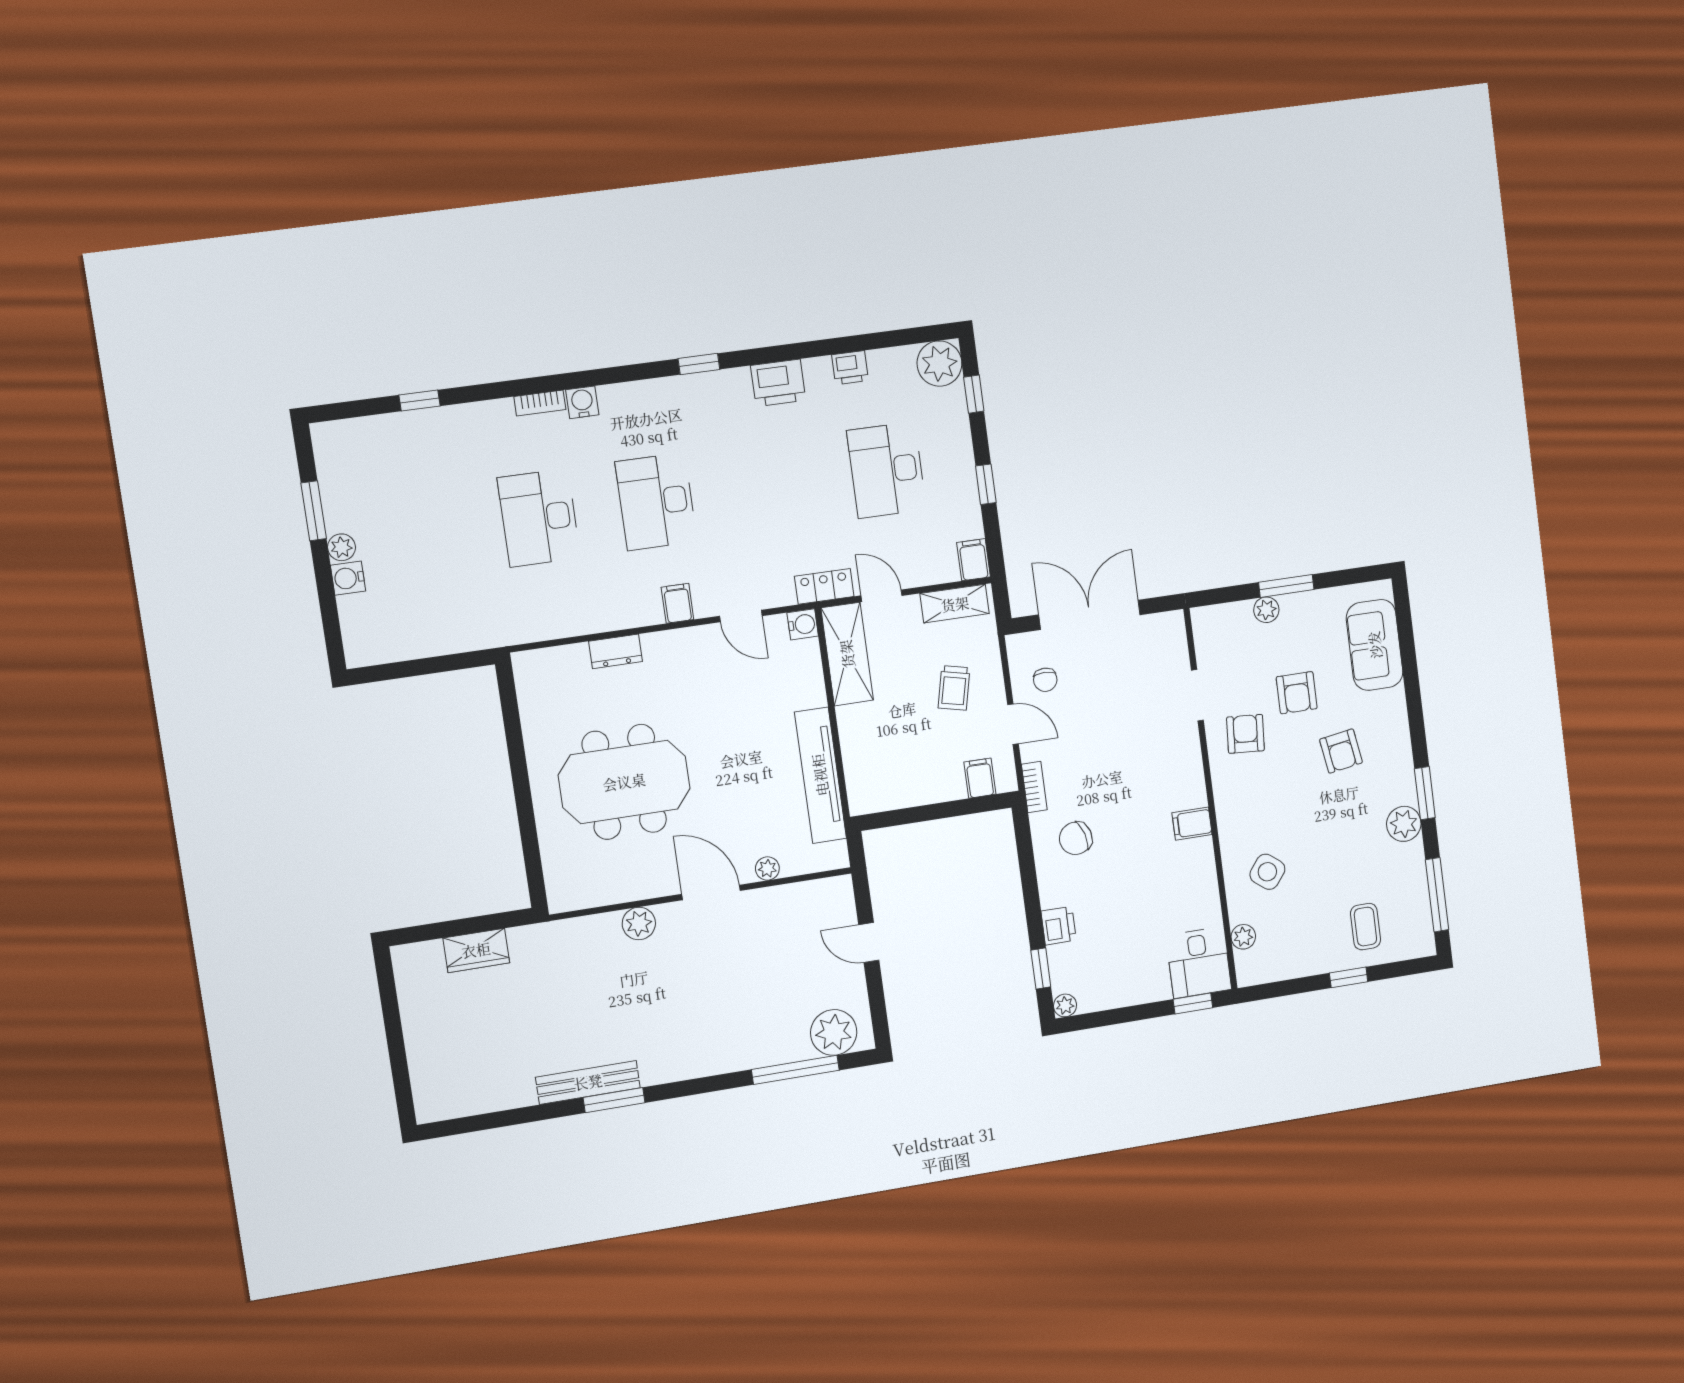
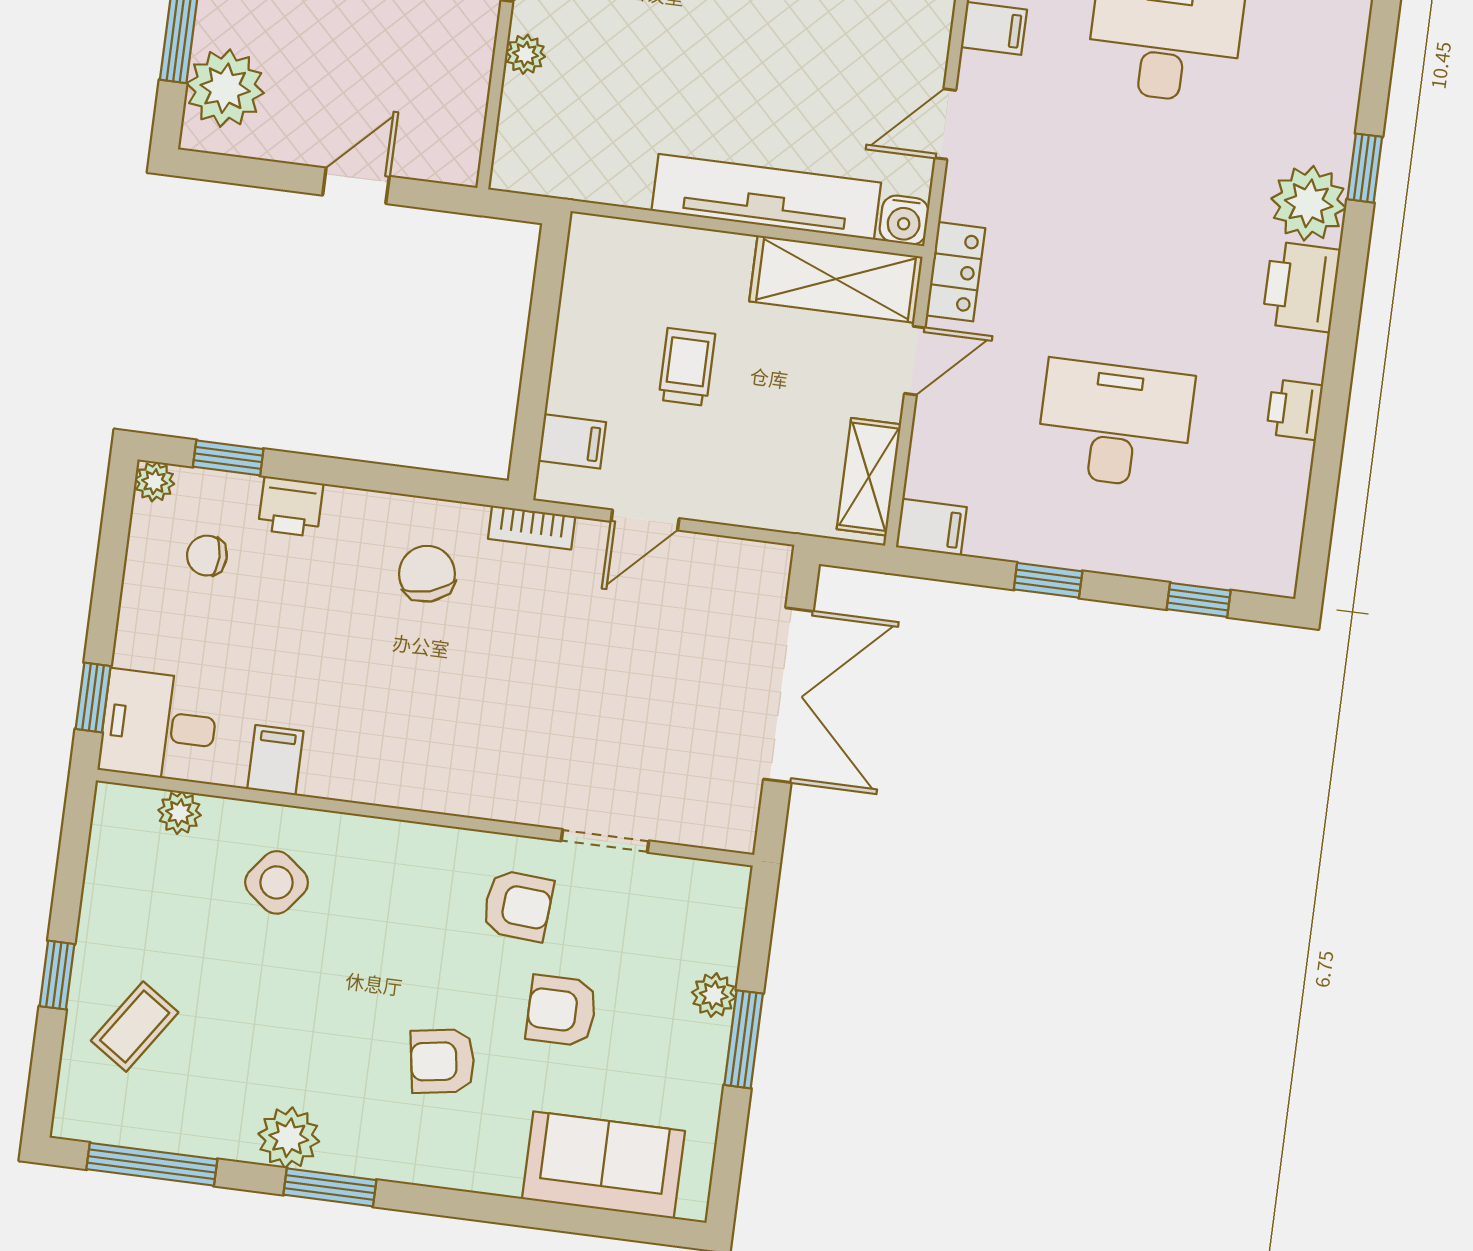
plant: (939, 364) -> (1309, 203), moved
chair: (1045, 680) -> (207, 556), moved
trolley: (954, 688) -> (687, 367), moved, turned 77
tv unit: (820, 775) -> (766, 197), moved
filing cabinet: (1192, 824) -> (275, 760), moved
coffee table: (1365, 927) -> (135, 1027), turned -56

